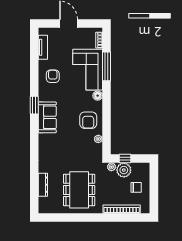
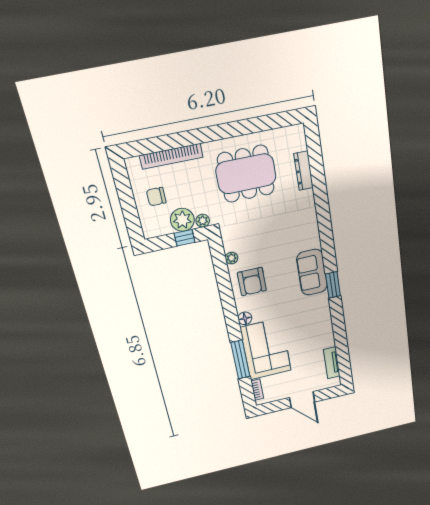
armchair: (53, 76) -> (313, 329), removed
armchair: (88, 120) -> (252, 282), turned 180
dining table: (79, 190) -> (246, 174), turned 90

